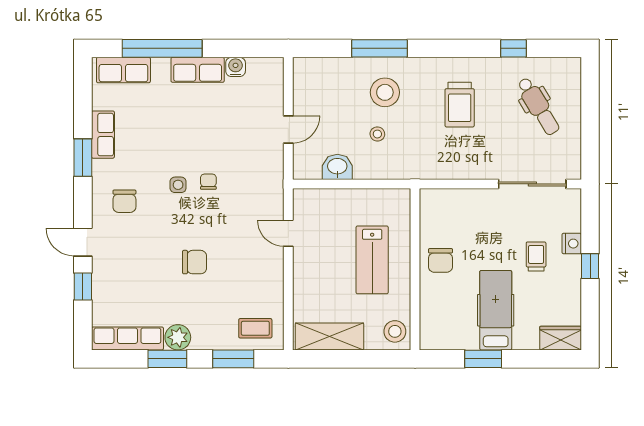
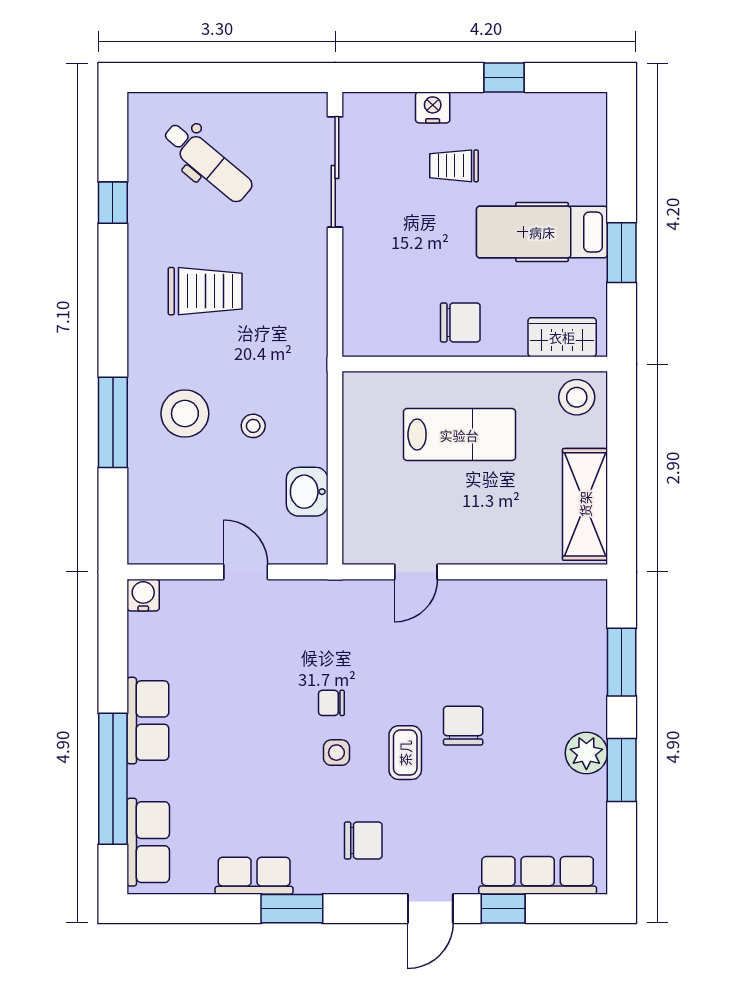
water cooler: (236, 67) -> (143, 595), moved, turned 90
dental chair: (538, 106) -> (208, 162), turned 71
window: (590, 266) -> (504, 77), moved
coffee table: (255, 328) -> (405, 753), moved
row of seats: (127, 338) -> (538, 875), moved, turned 90
wardrobe: (561, 338) -> (562, 337), moved, turned 90

